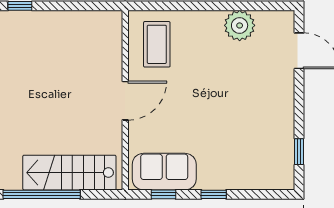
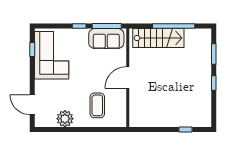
coffee table: (157, 44) -> (97, 105), moved
corner sofa: (264, 141) -> (52, 55), added
window: (164, 194) -> (107, 26), width x2.17

